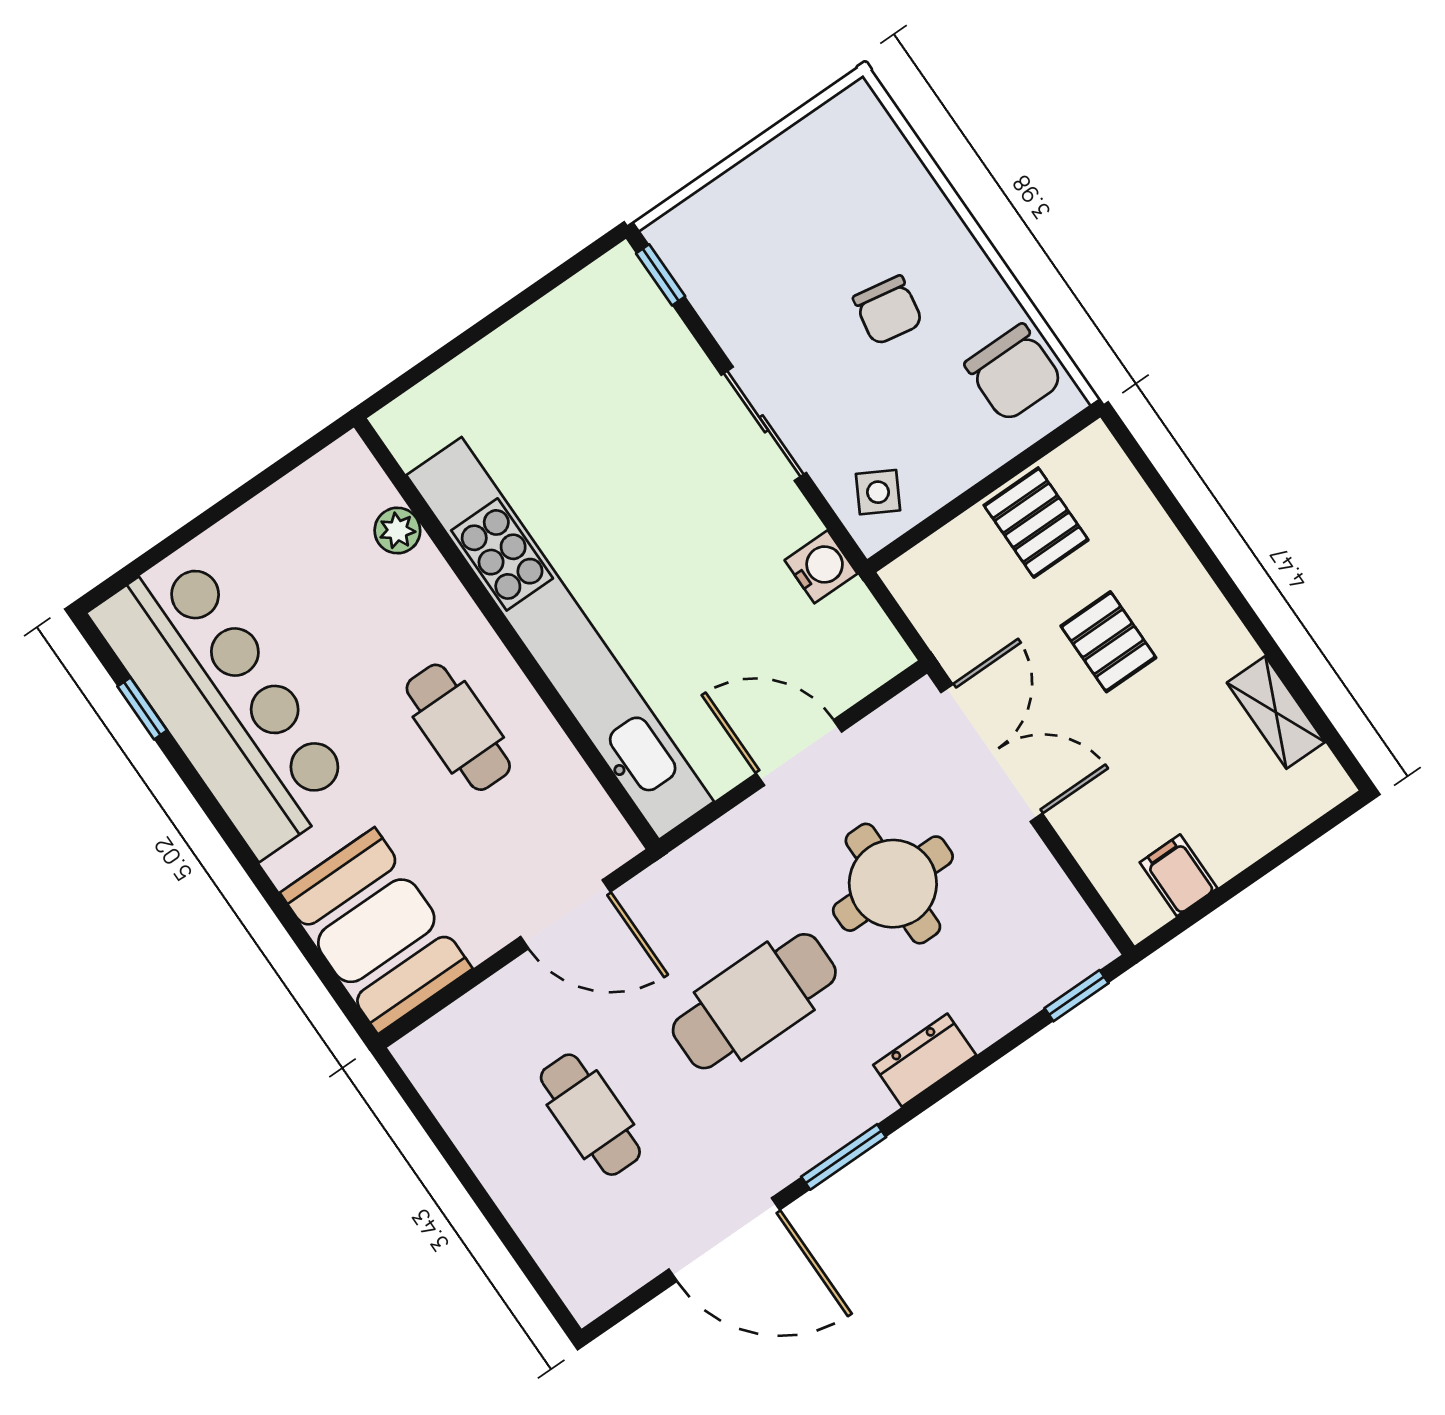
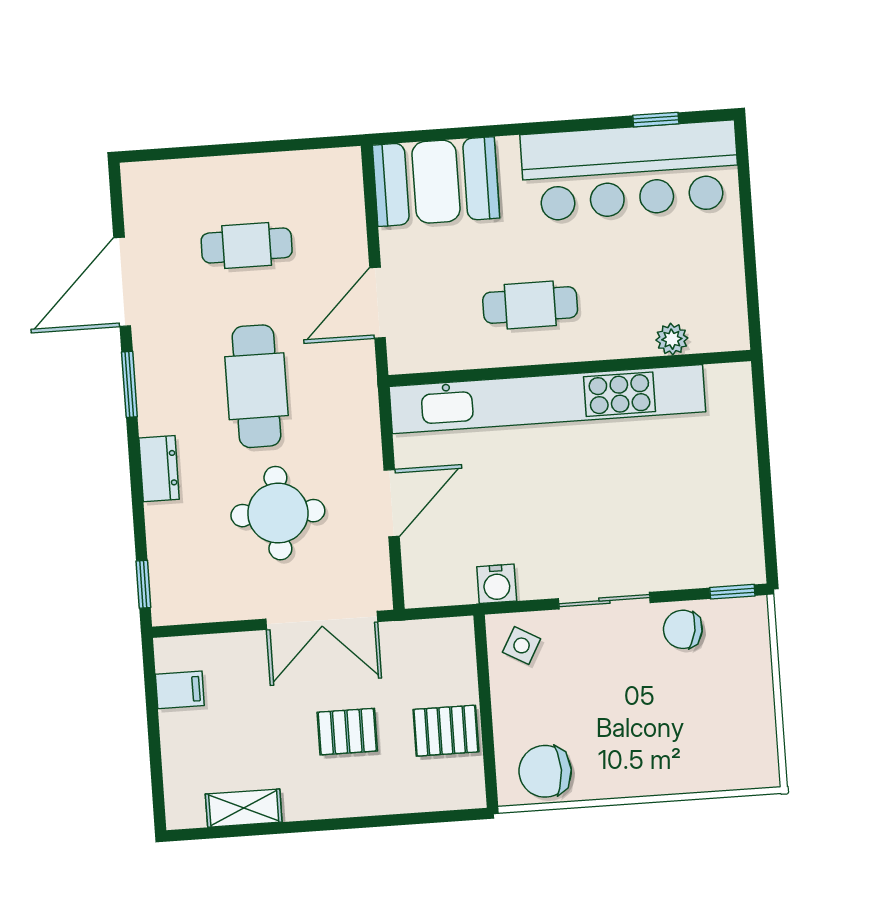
chair: (888, 310) -> (683, 629), moved

